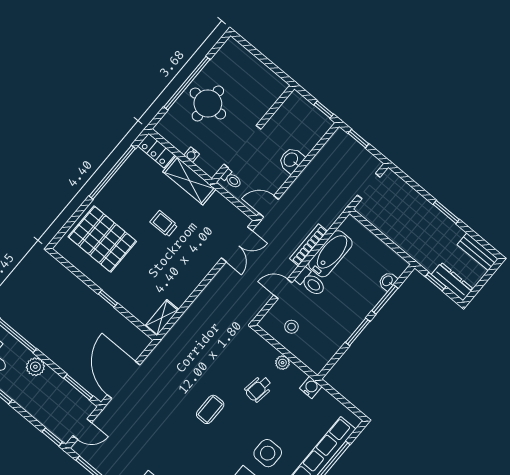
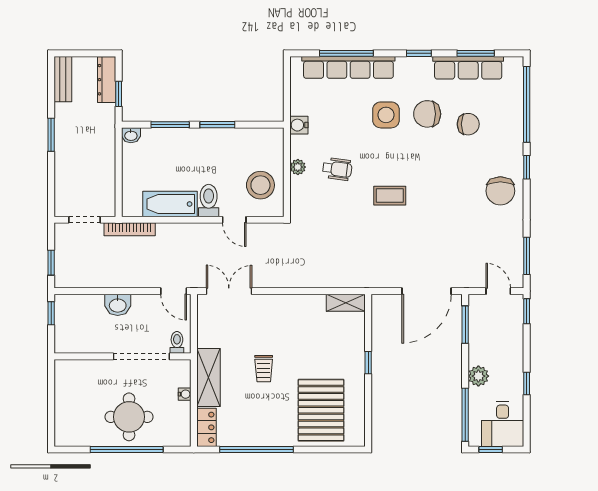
bookcase: (308, 245) -> (130, 229), moved
washbasin: (388, 281) -> (131, 135), moved
stool: (291, 327) -> (260, 185), width x1.89, depth x1.89

